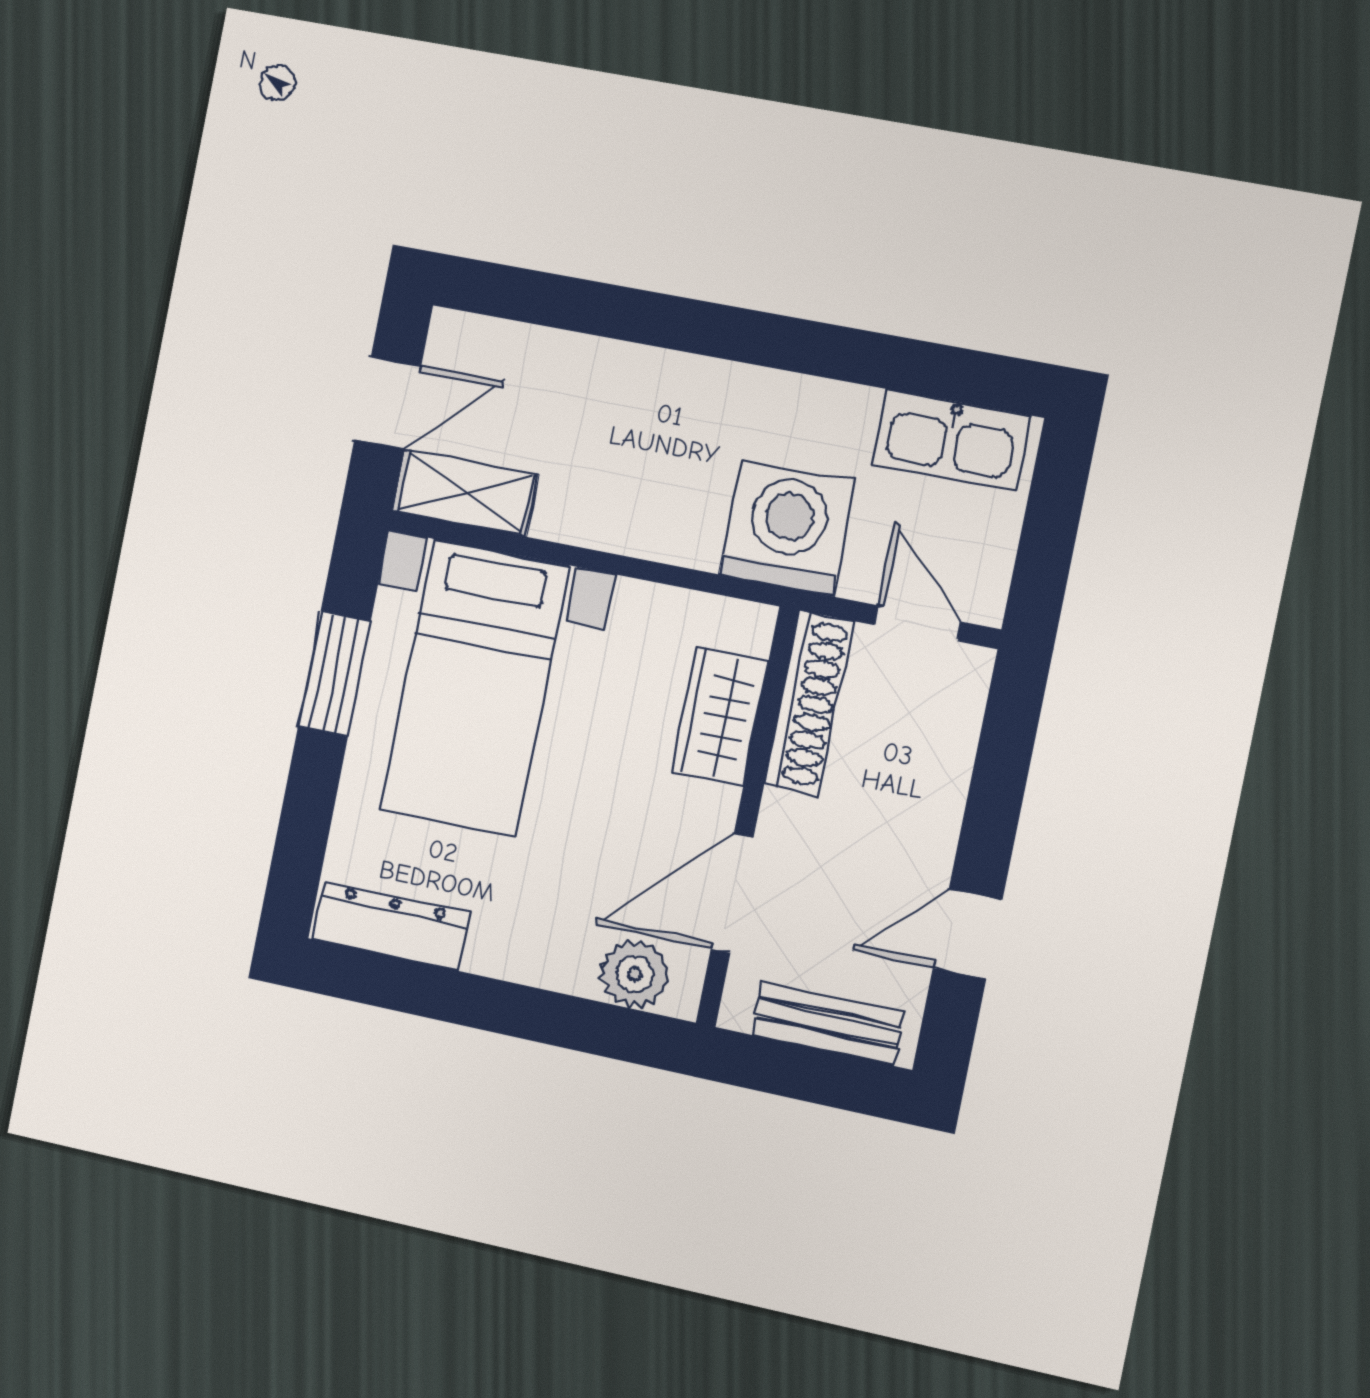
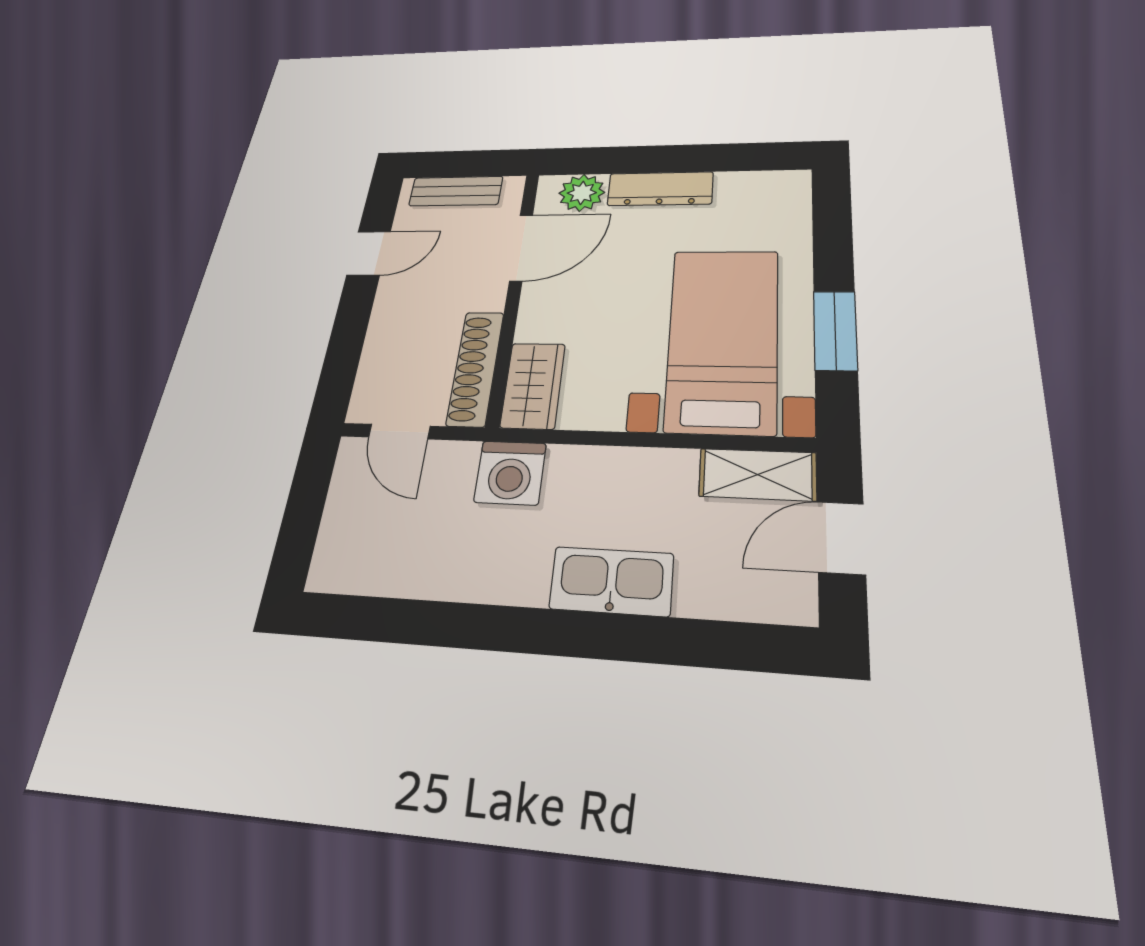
kitchen sink: (951, 440) -> (611, 581), moved
washing machine: (787, 528) -> (510, 473), width x0.73, depth x0.73
wardrobe: (720, 716) -> (533, 385), moved
dresser: (391, 926) -> (660, 189), moved

